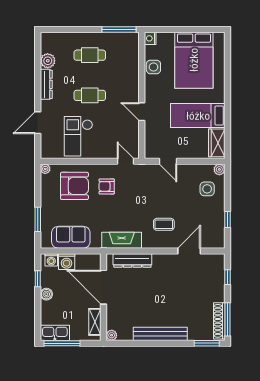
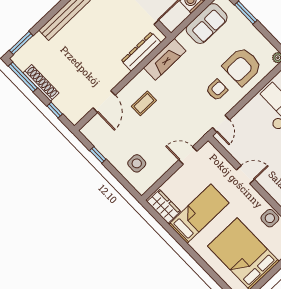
door: (125, 161) -> (221, 124), hinge flipped
plant: (219, 169) -> (142, 188), removed
shoe rack: (219, 321) -> (41, 83), moved

